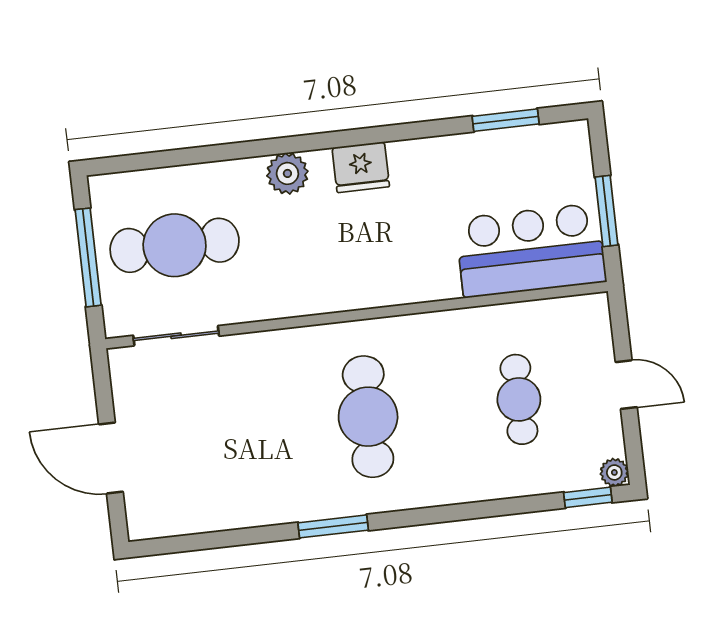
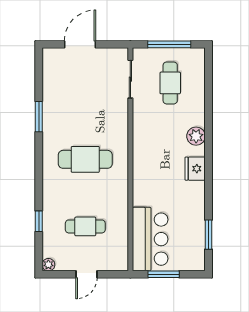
cafe table: (175, 245) -> (170, 83), width x0.73, depth x0.74
window: (588, 497) -> (39, 221), moved
window: (333, 526) -> (39, 117), moved

